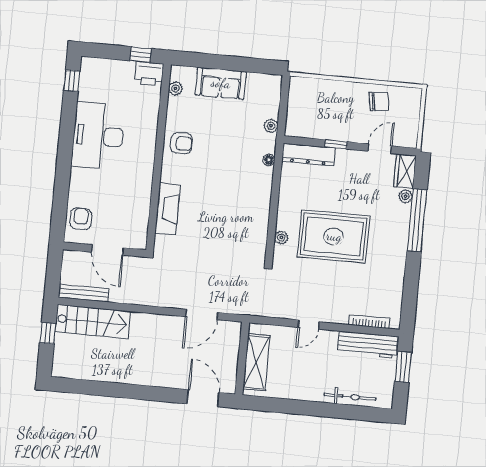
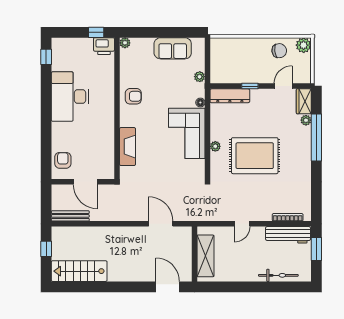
sofa: (221, 83) -> (173, 48), moved
plant: (175, 88) -> (125, 43), moved
plant: (412, 97) -> (304, 45), added
corner sofa: (247, 199) -> (187, 133), added
plant: (281, 238) -> (215, 146), moved
door: (202, 314) -> (161, 224), swing flipped
stairs: (93, 322) -> (79, 271), moved, turned 180

